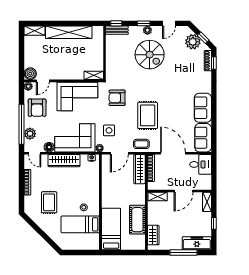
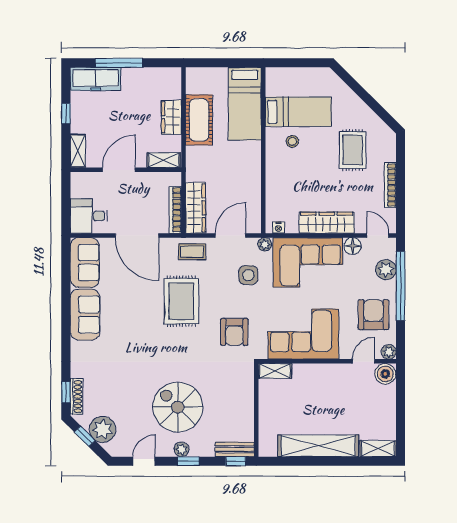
armchair: (117, 98) -> (234, 332), turned 90
wardrobe: (153, 235) -> (171, 117), moved

